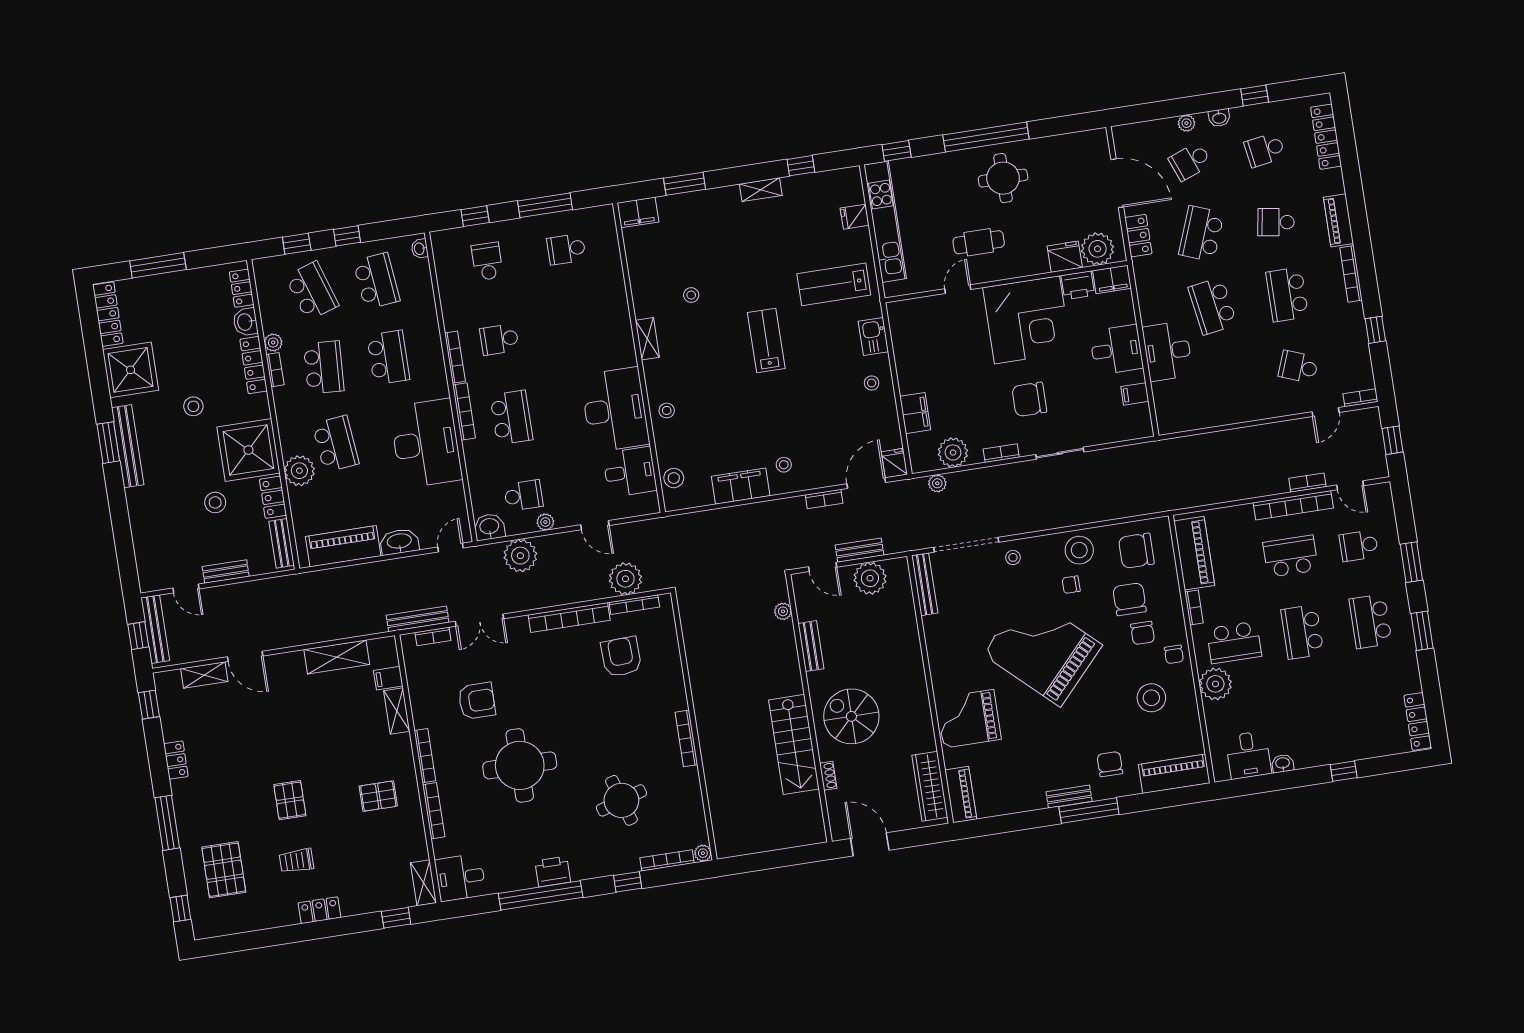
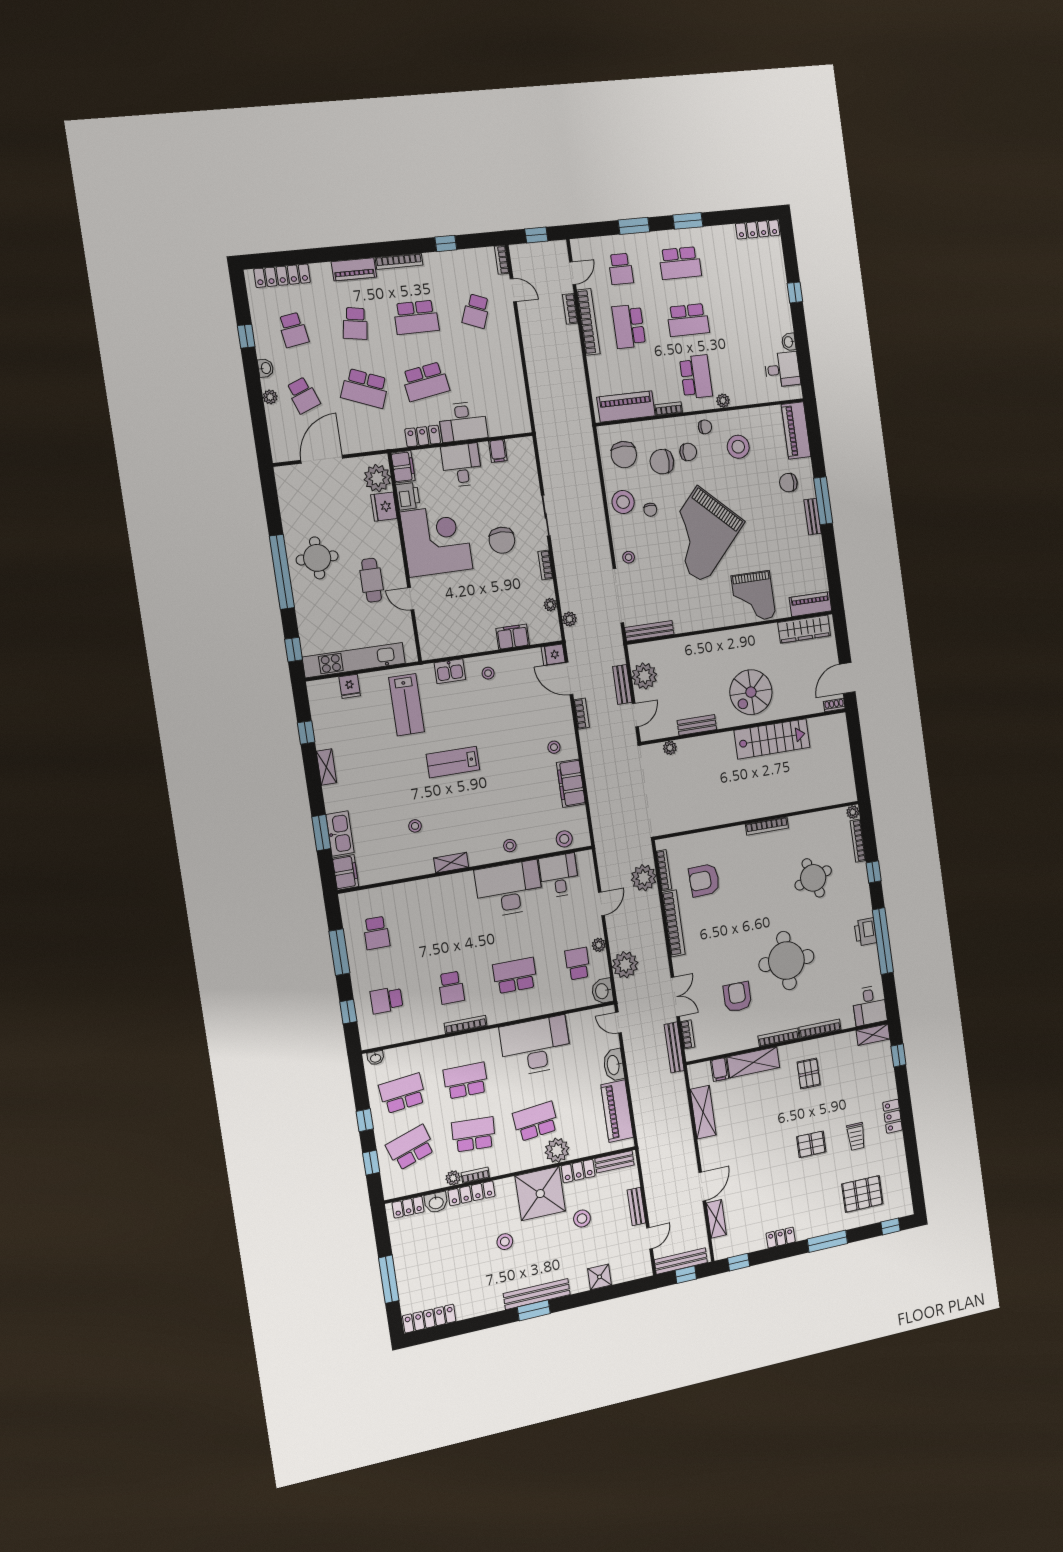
kitchen sink: (683, 206) -> (340, 834), added
locker: (1138, 236) -> (423, 436), moved
shower: (131, 370) -> (600, 1277), moved, width x0.54, depth x0.54
bookcase: (464, 412) -> (510, 1015), removed
plant: (953, 452) -> (550, 605), width x0.53, depth x0.53
plant: (1215, 684) -> (723, 401), width x0.53, depth x0.53
shelving: (397, 711) -> (753, 1062), width x1.50, depth x1.33
shoe rack: (828, 776) -> (834, 705), moved

